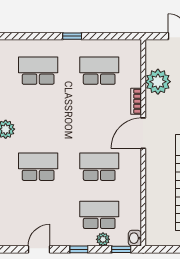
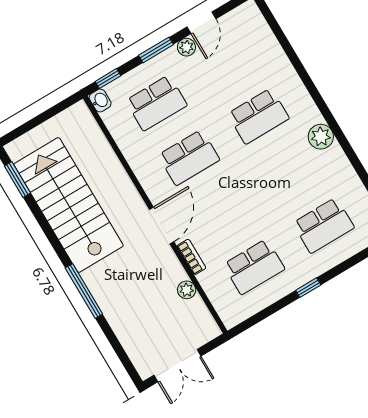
plant: (158, 82) -> (187, 290), width x0.53, depth x0.53
plant: (103, 239) -> (186, 47), moved
window: (79, 249) -> (156, 50), width x1.50

